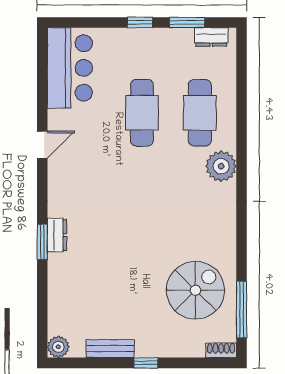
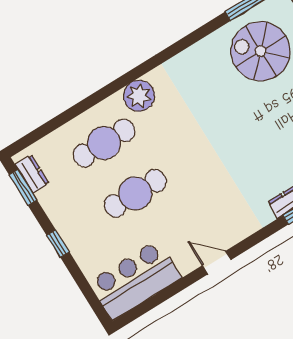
window: (187, 22) -> (23, 187), moved

